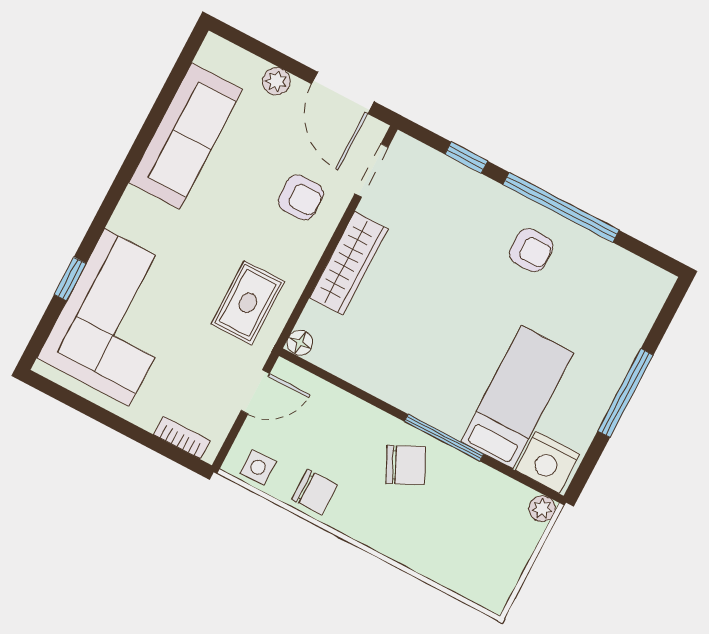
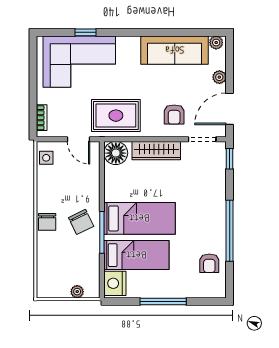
plant: (211, 54) -> (216, 43), added
window: (466, 158) -> (230, 159), moved
armchair: (531, 250) -> (209, 263), moved
rug: (248, 303) -> (116, 116), width x1.36, depth x1.43
floor lamp: (300, 343) -> (116, 153), width x1.89, depth x1.89
bed: (454, 357) -> (139, 218), added
chair: (315, 492) -> (47, 222), moved
plant: (542, 509) -> (77, 292), moved

